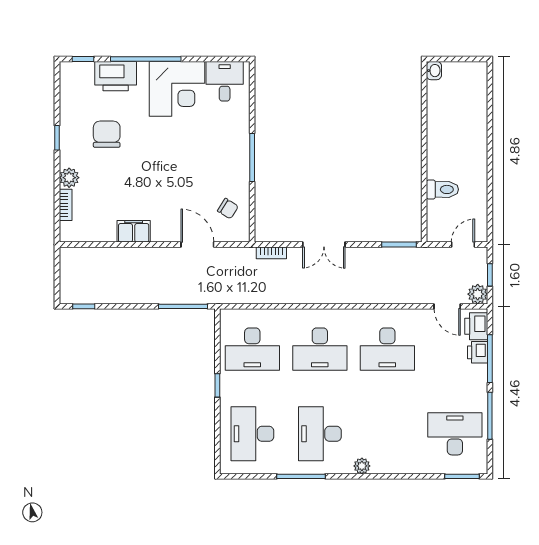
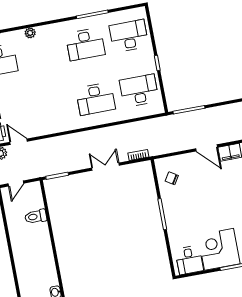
door: (197, 245) -> (207, 148), moved
desk: (320, 349) -> (96, 99), turned 180
desk: (387, 349) -> (52, 107), removed
desk: (252, 434) -> (129, 36), turned -90
desk: (320, 434) -> (85, 44), turned 90
plant: (362, 466) -> (30, 33), moved

